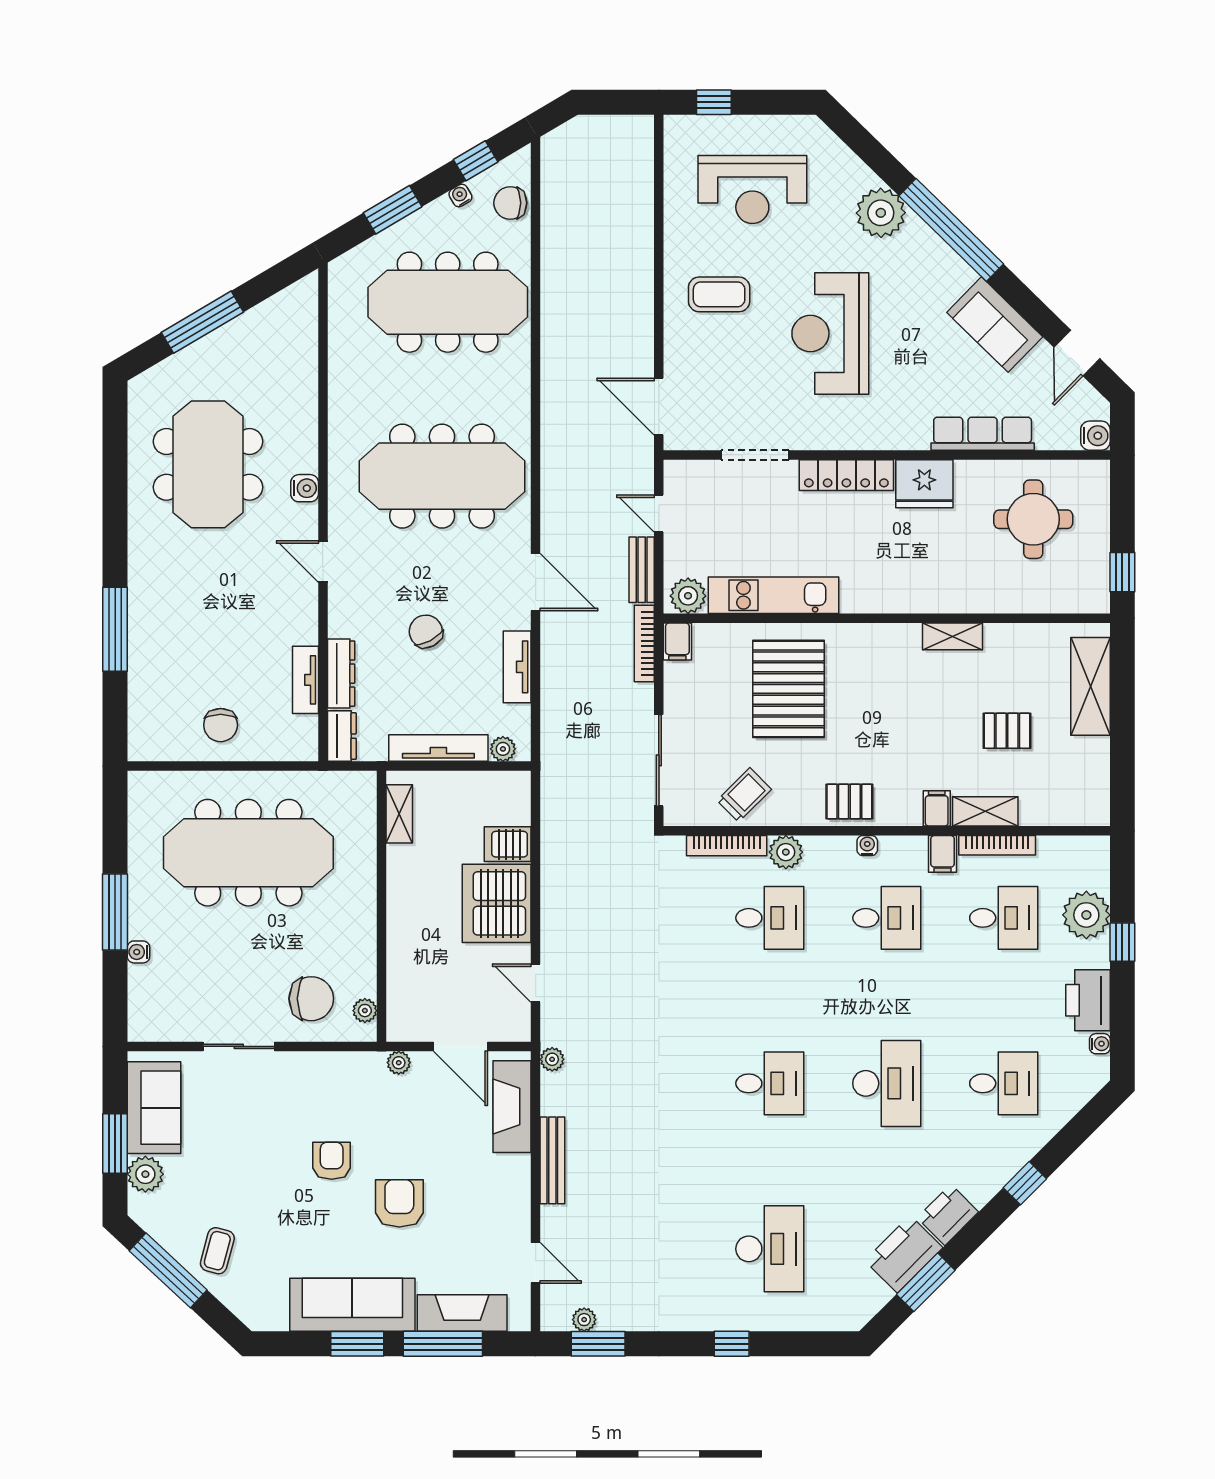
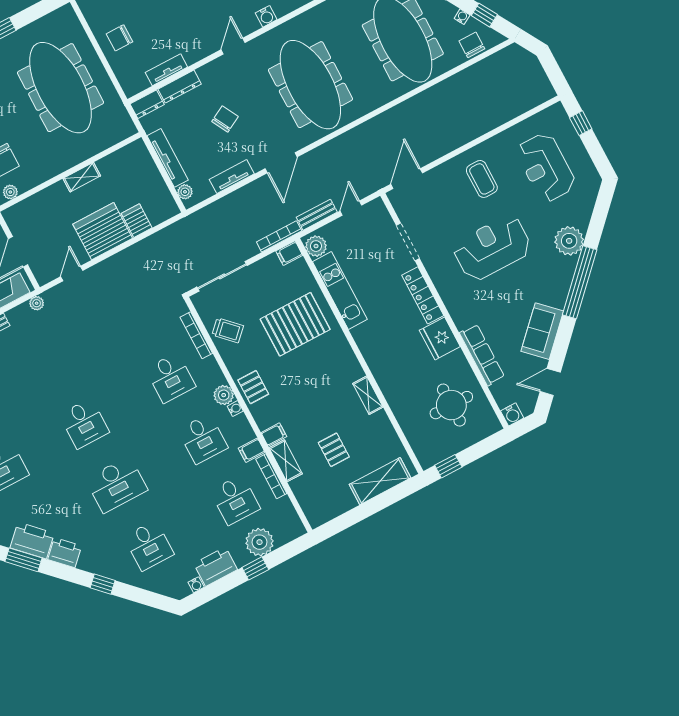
shelving: (399, 814) -> (82, 177), moved
plant: (786, 852) -> (224, 395), moved

